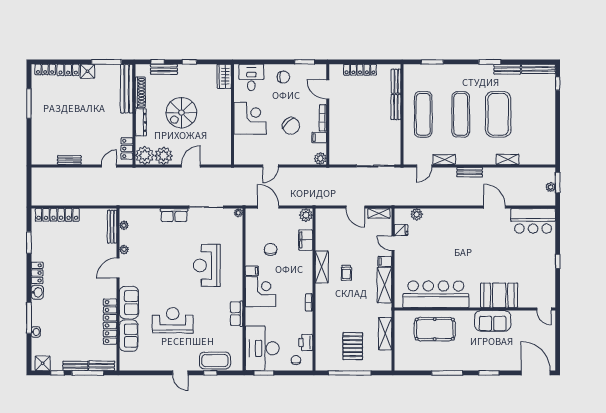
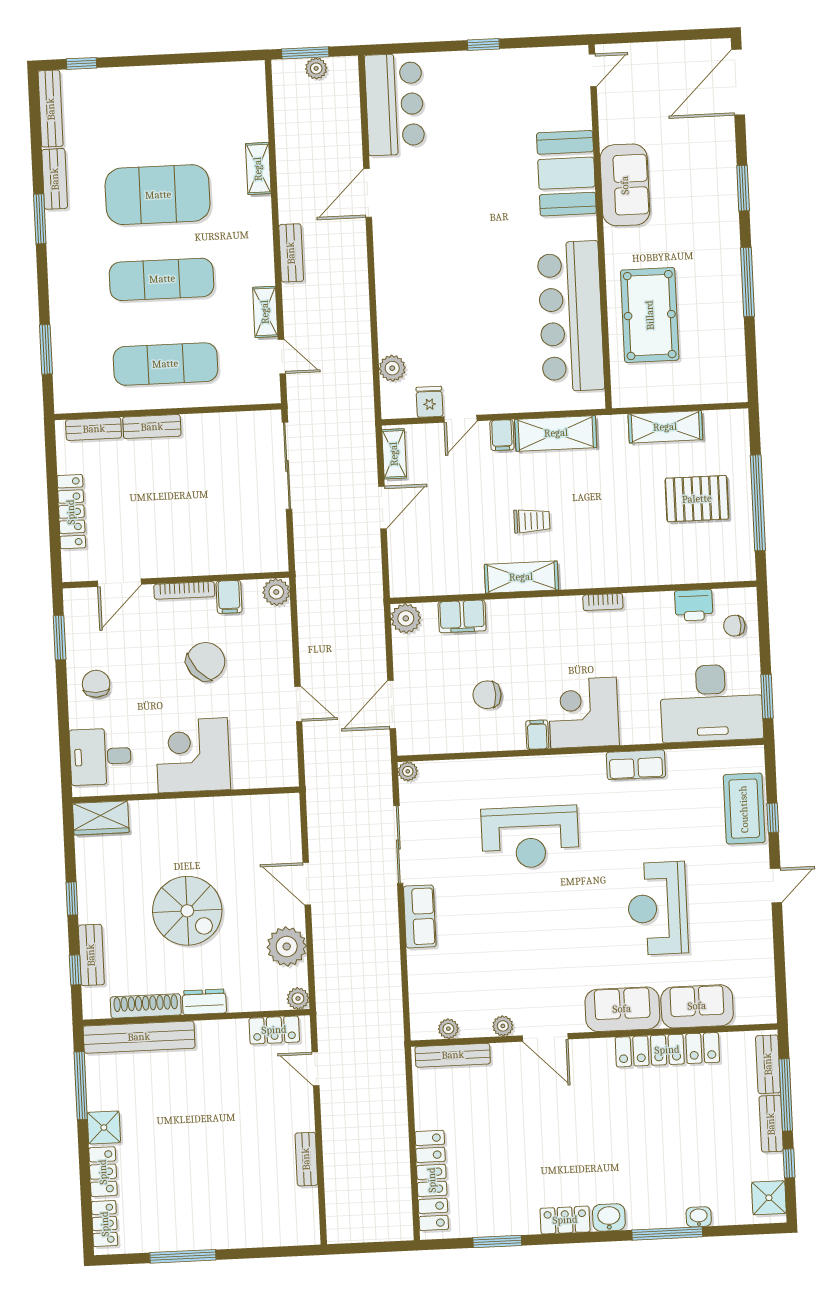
dresser: (141, 122) -> (204, 1002), width x0.70
plant: (145, 155) -> (298, 998), width x0.53, depth x0.53

